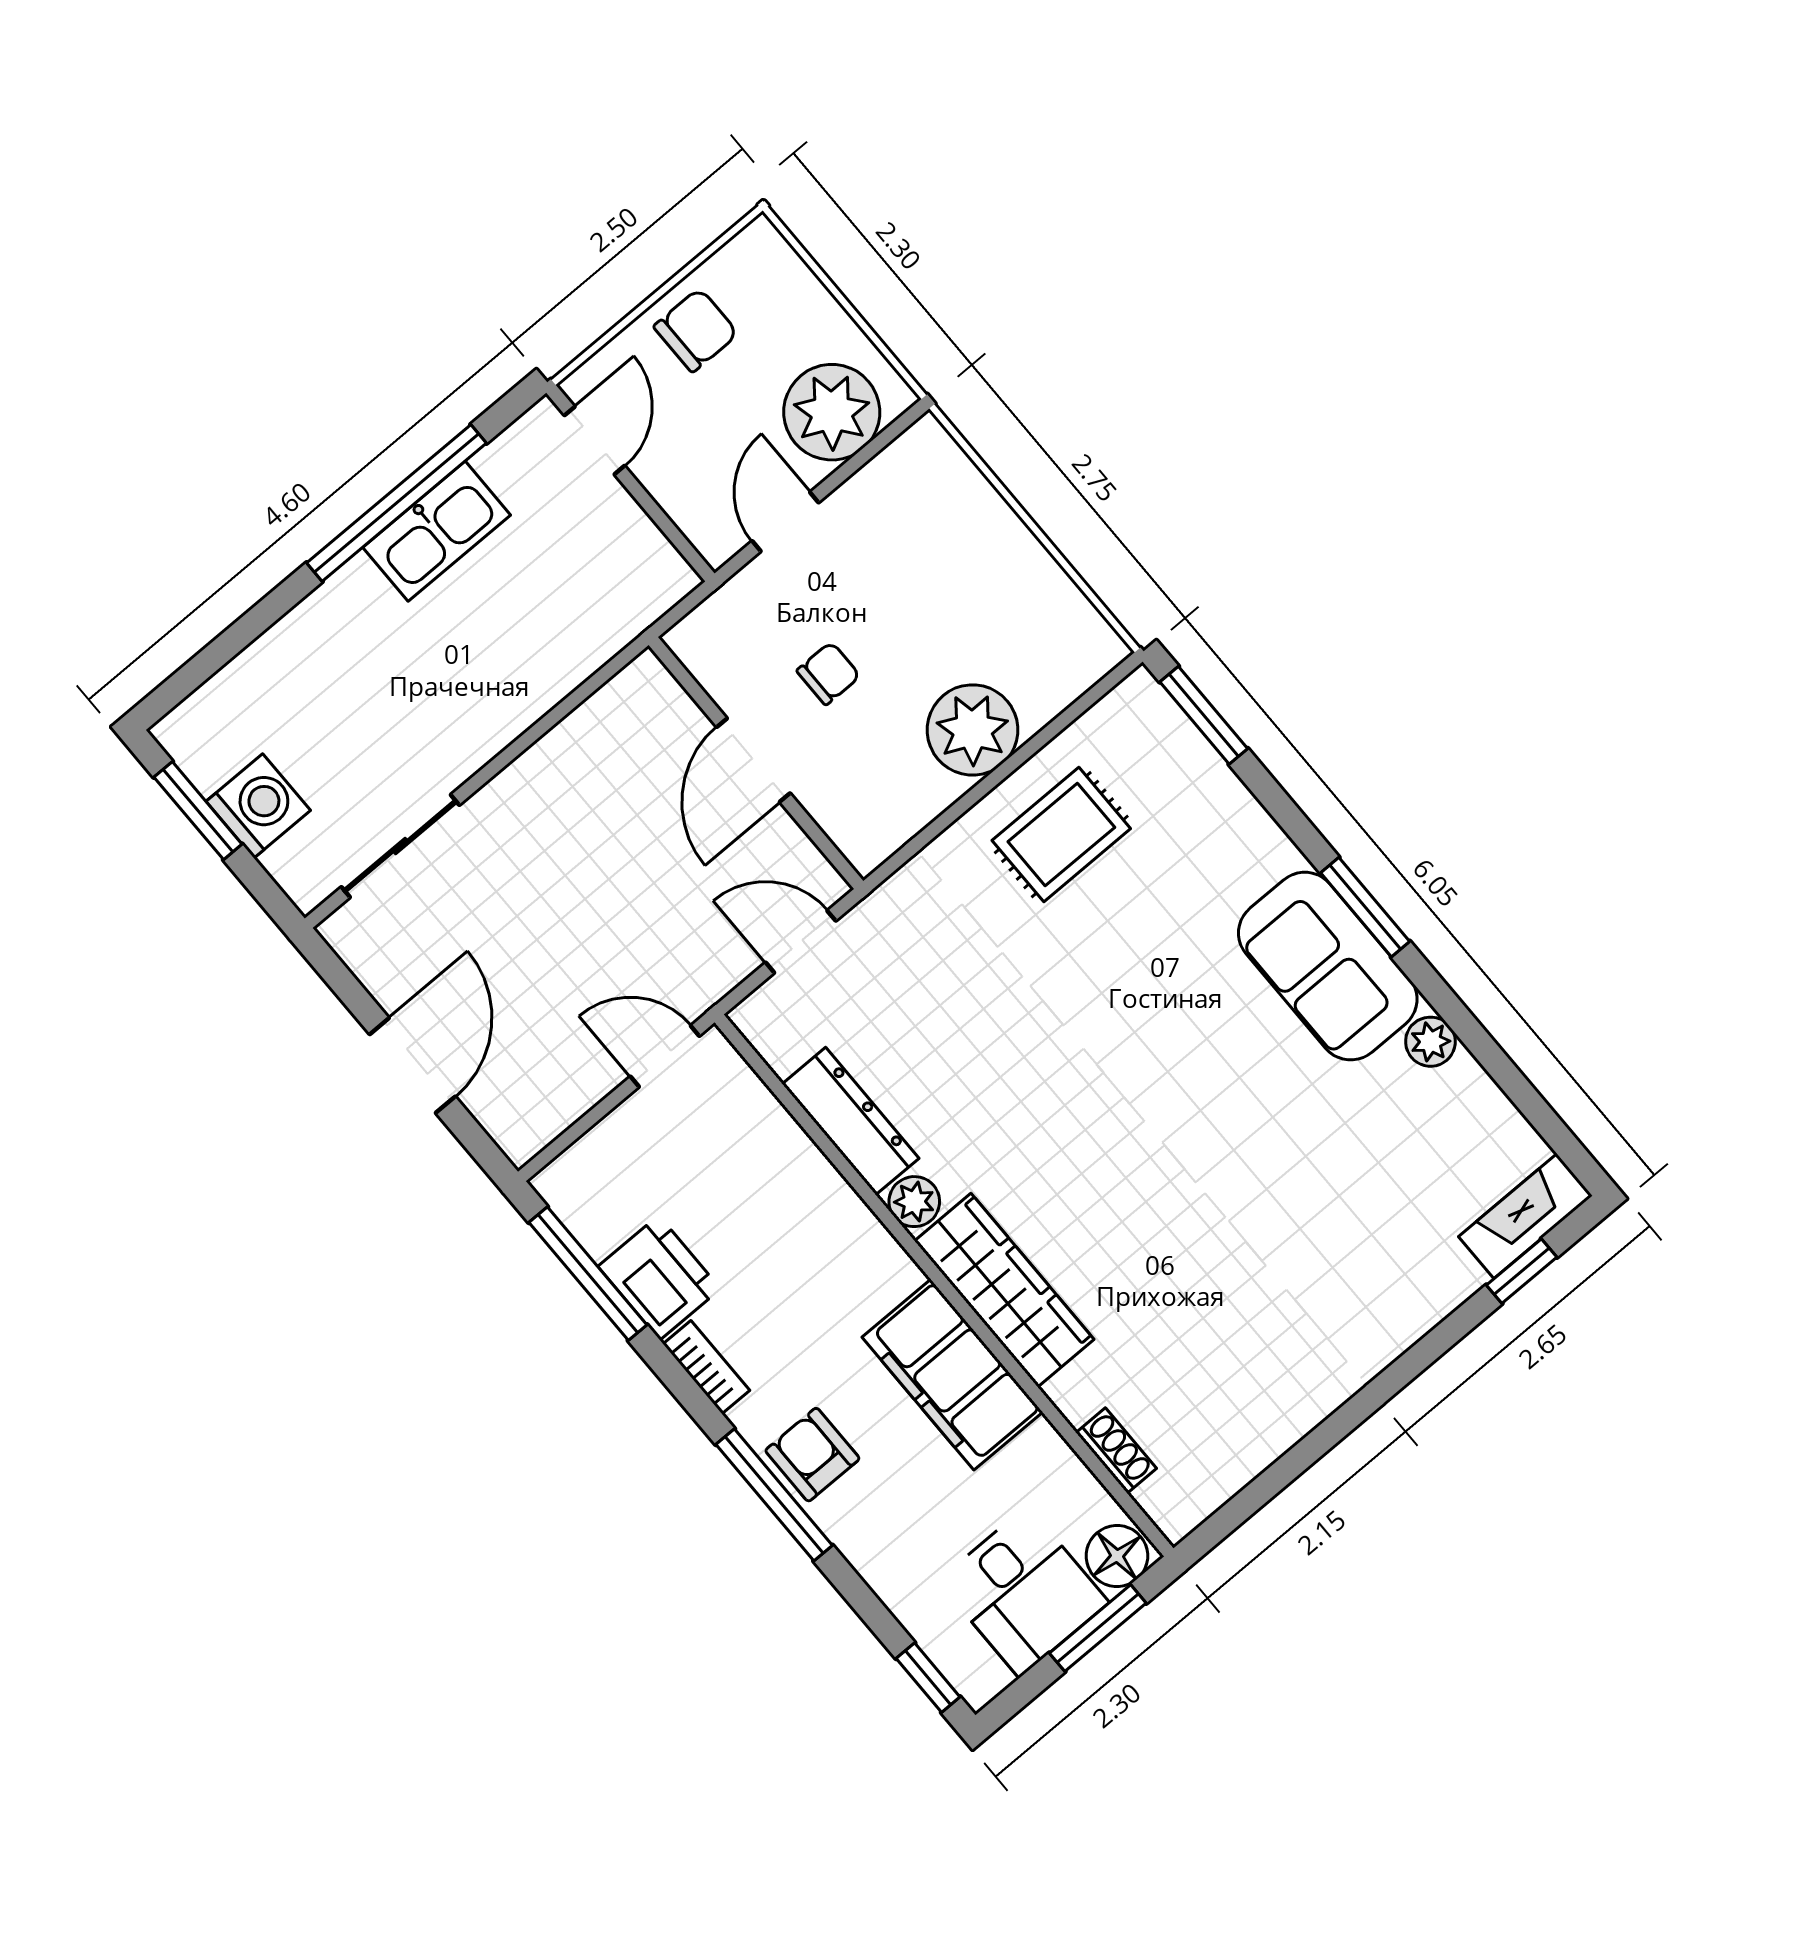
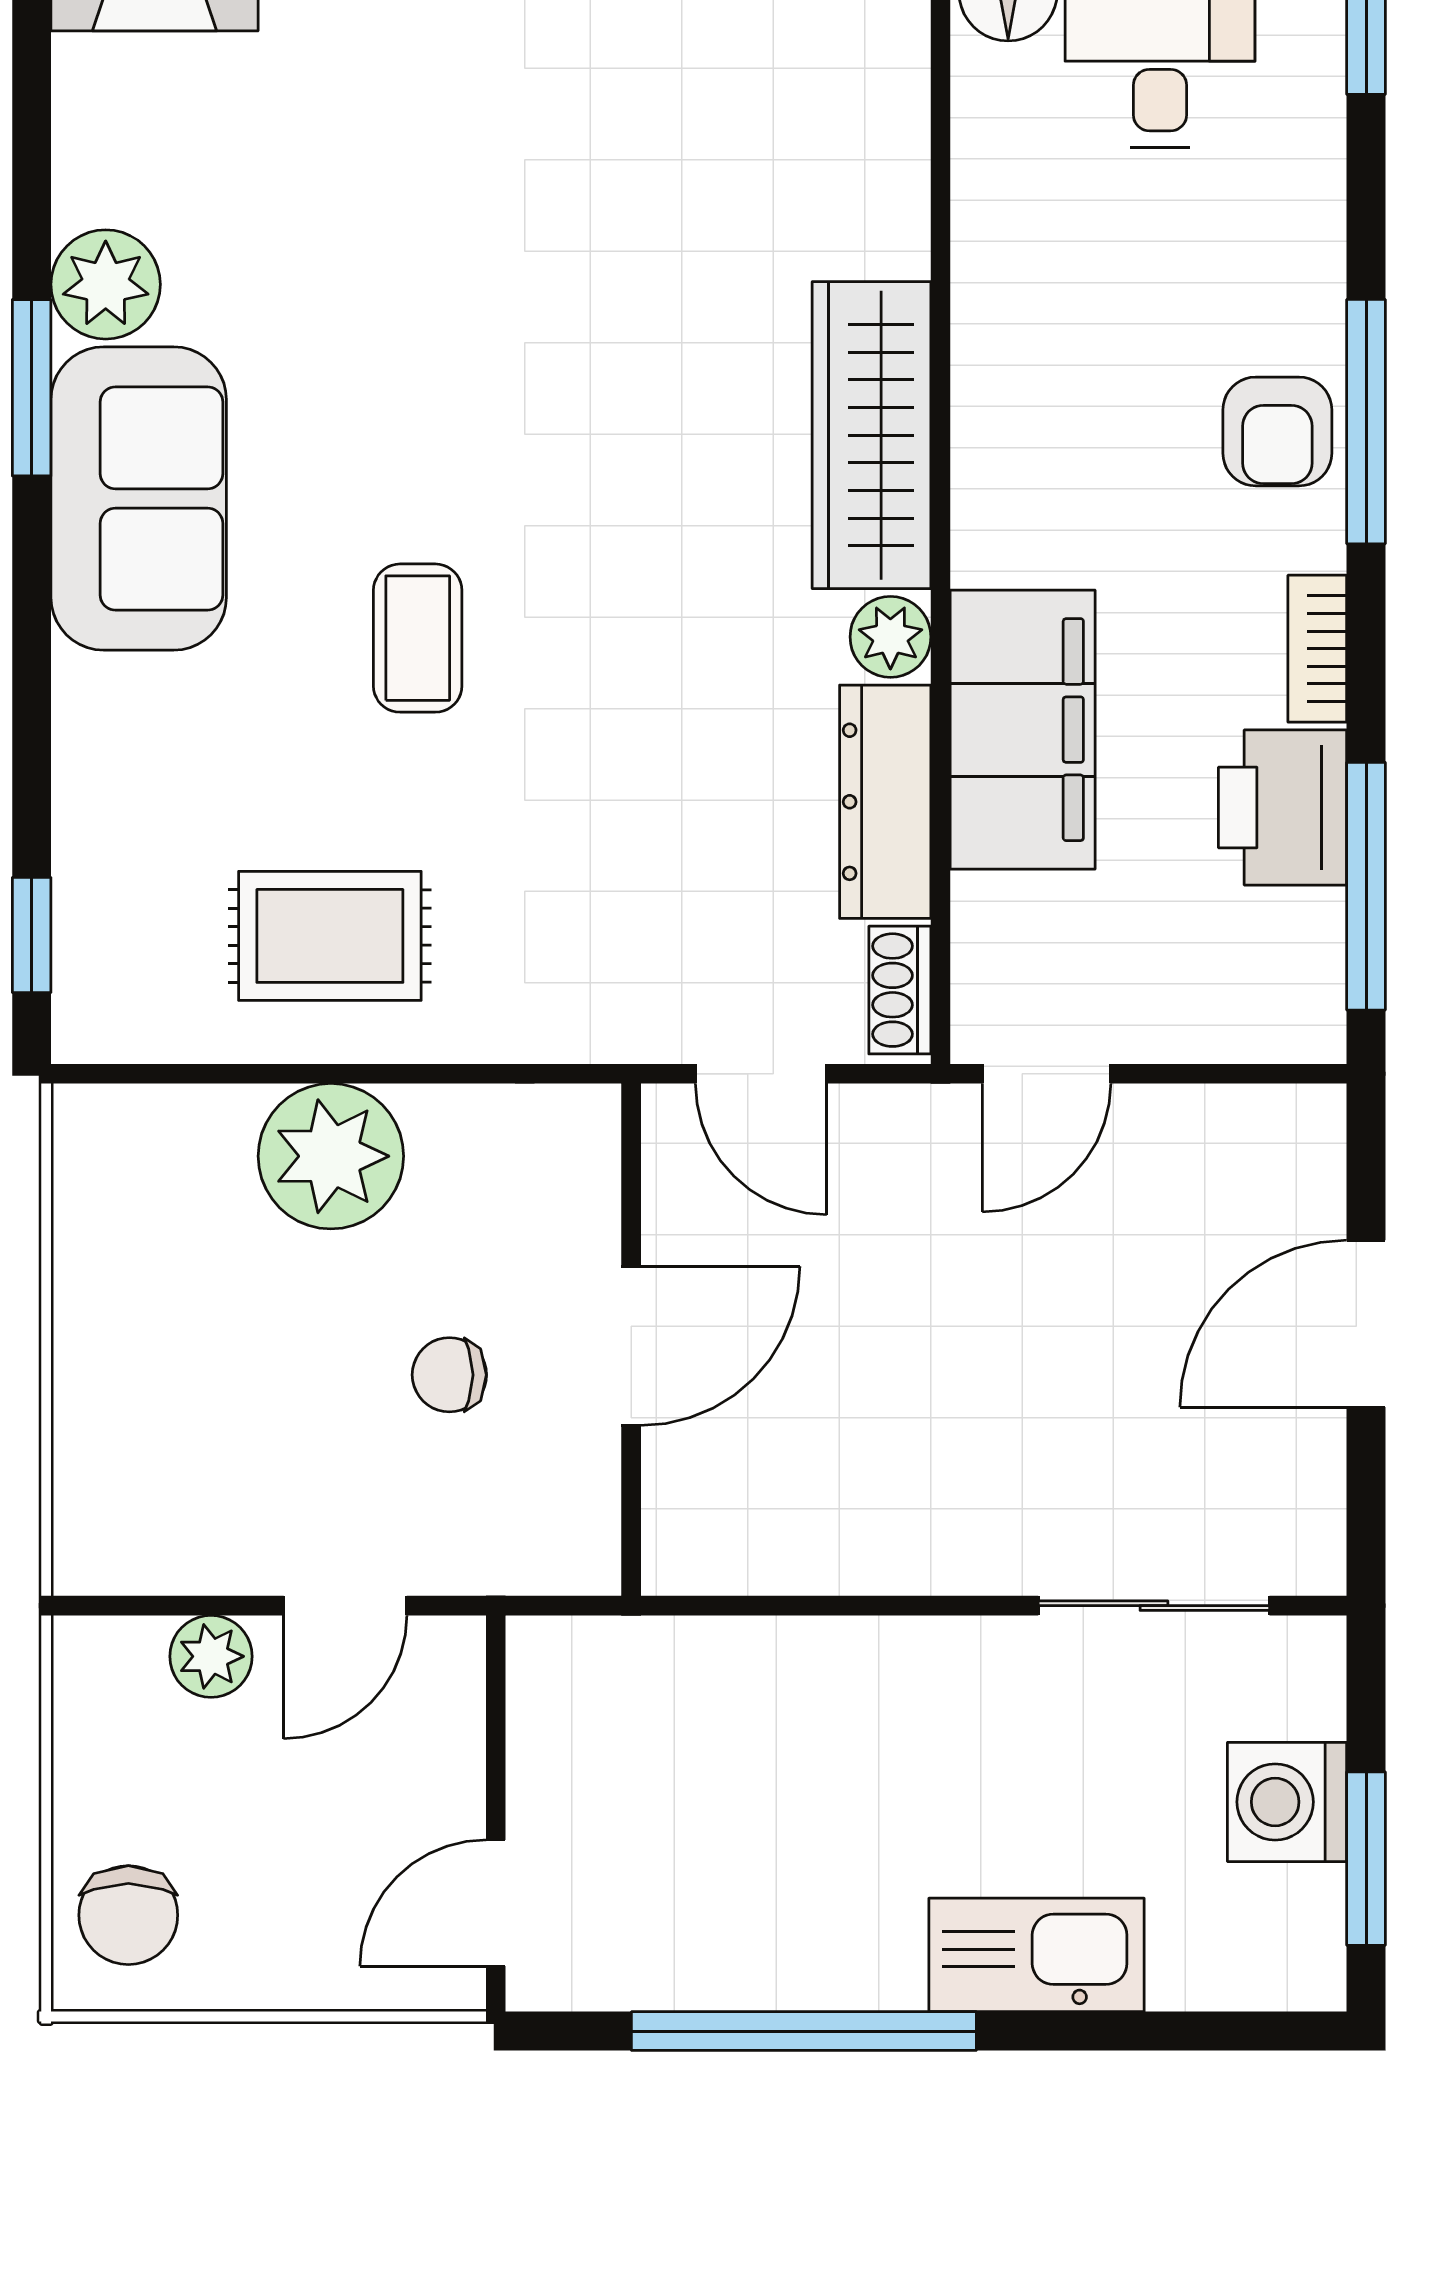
chair: (696, 330) -> (128, 1915), moved, turned -90
plant: (832, 412) -> (211, 1656), width x0.53, depth x0.53
kitchen sink: (437, 531) -> (1037, 1955), moved
window: (1204, 715) -> (32, 935), width x0.67
window: (1365, 907) -> (32, 388), moved
coffee table: (1139, 1011) -> (418, 638), added
plant: (1430, 1042) -> (106, 284), width x1.38, depth x1.38
door: (665, 1056) -> (1047, 1074), hinge flipped
filing cabinet: (952, 1375) -> (1023, 730), moved
shoe rack: (1116, 1450) -> (900, 990), moved

